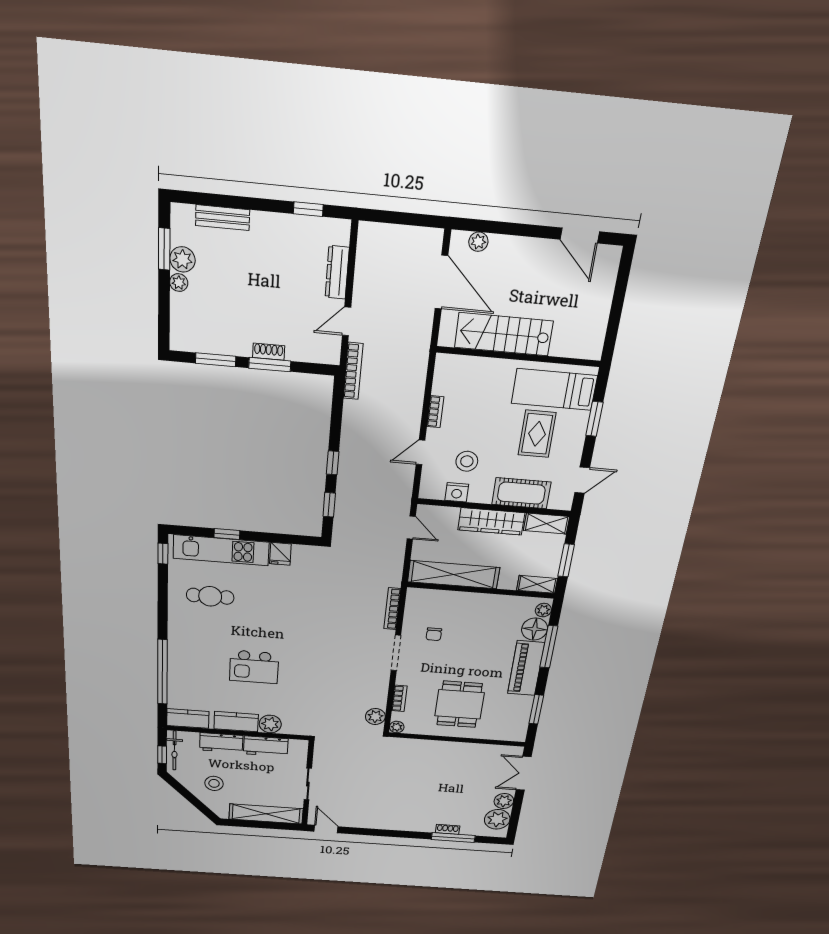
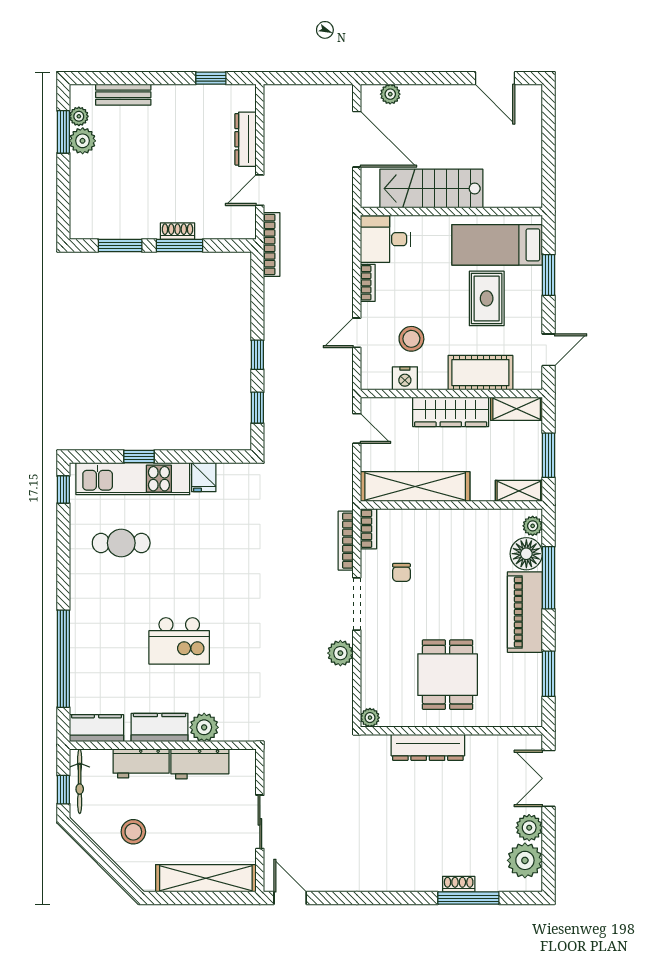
plant: (179, 283) -> (79, 116), moved
desk: (456, 376) -> (386, 239), added
bookcase: (399, 698) -> (369, 529), moved
plant: (375, 716) -> (340, 653), moved
dresser: (438, 748) -> (428, 747), added

